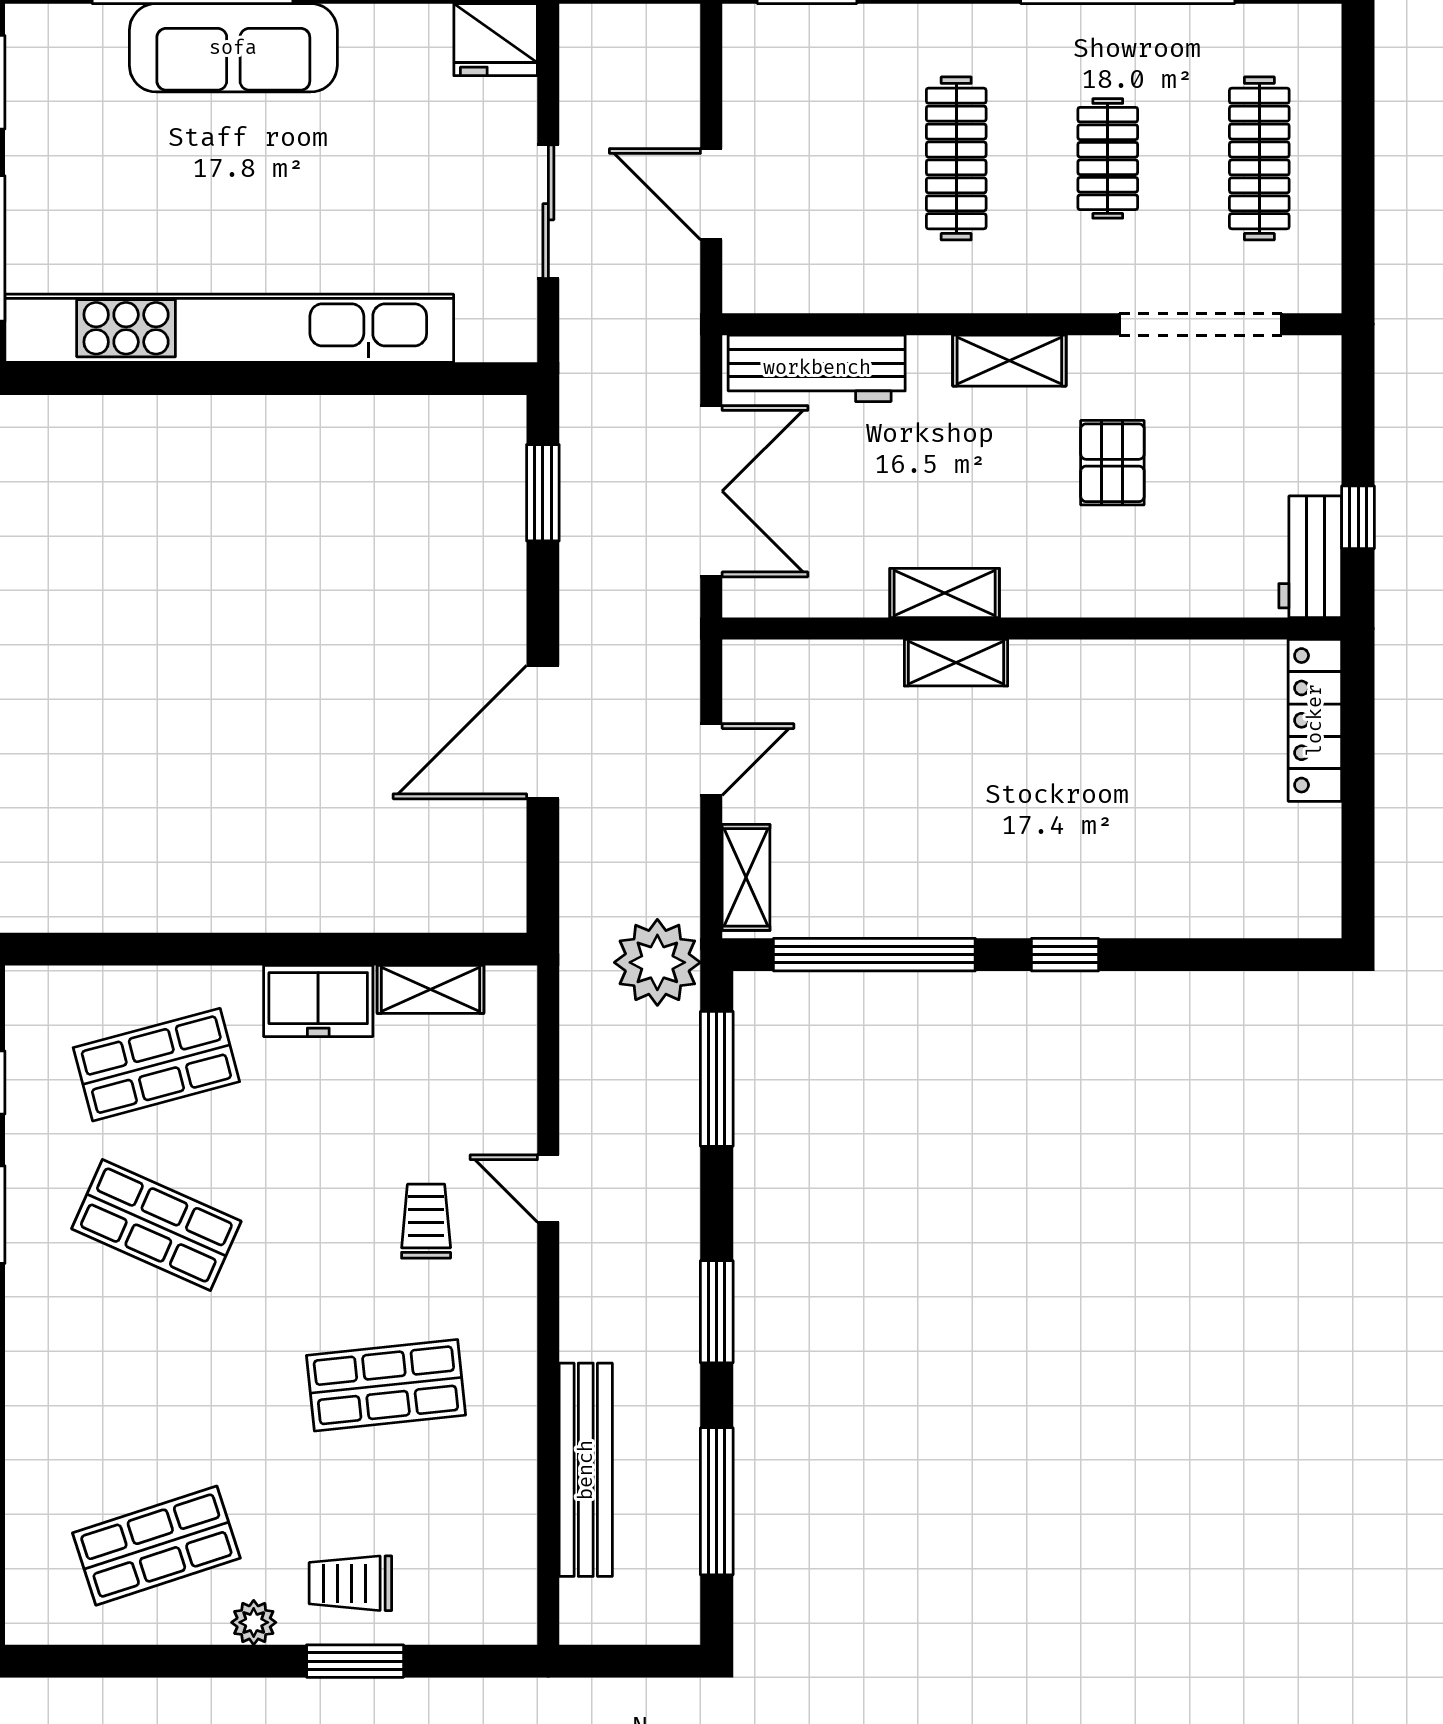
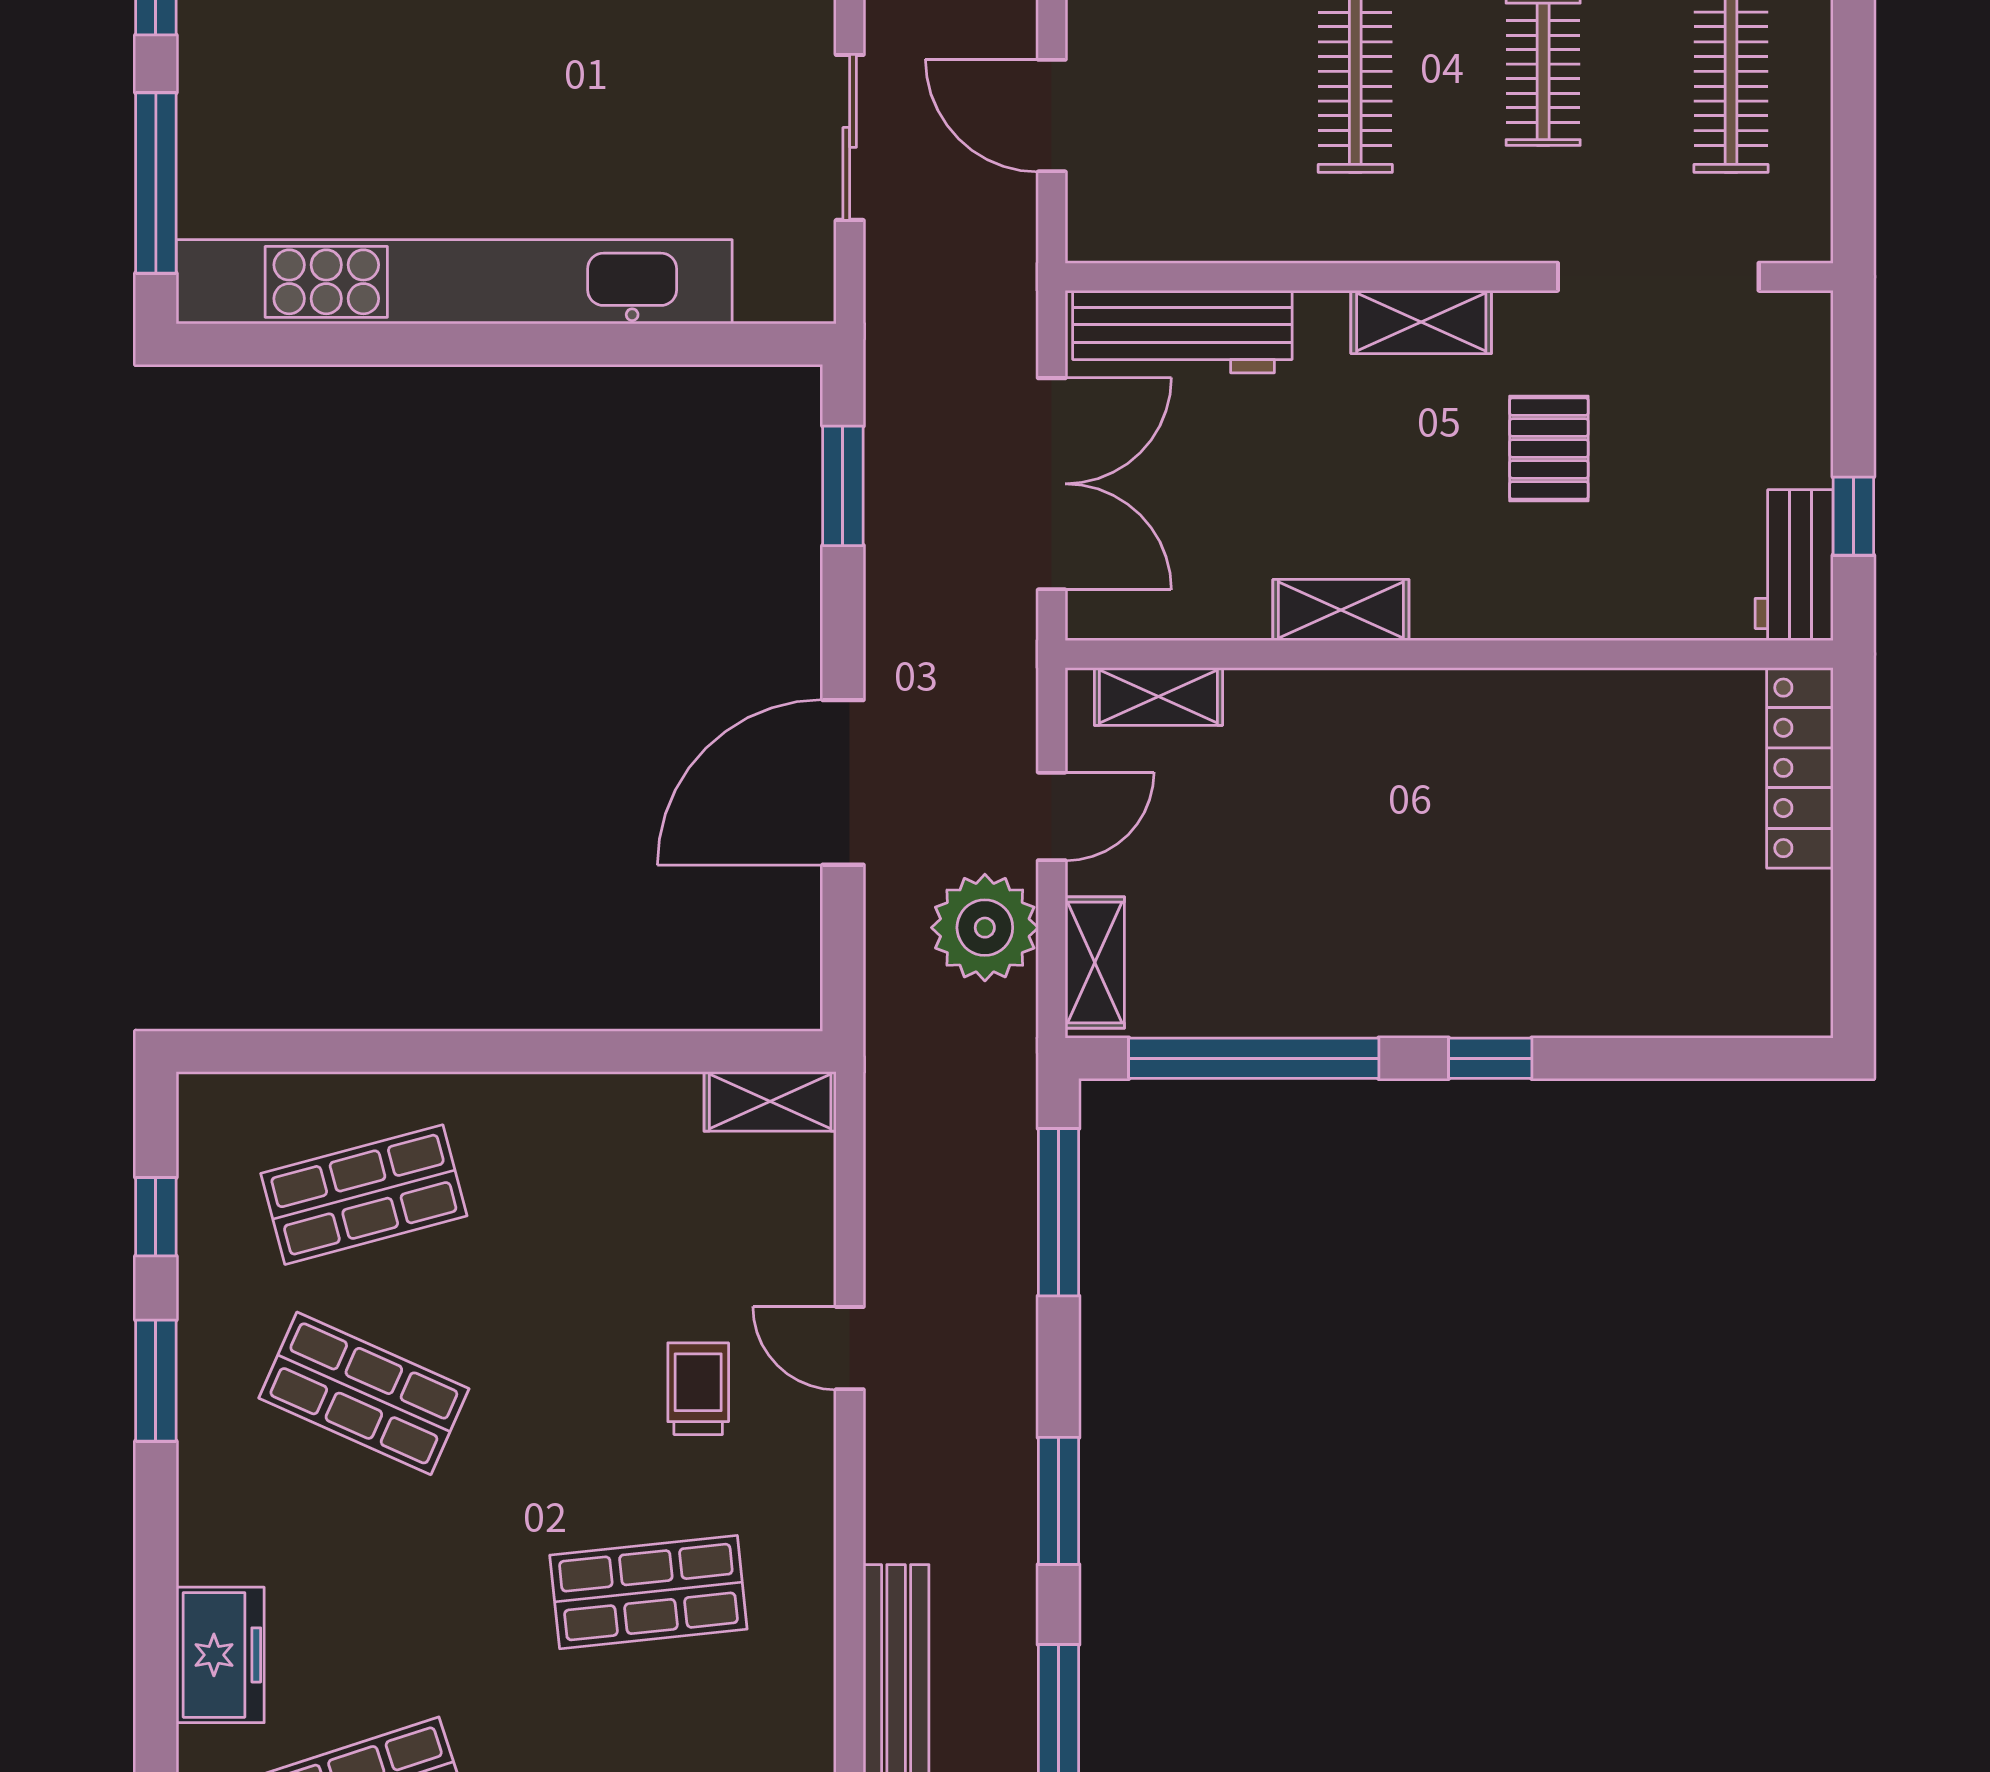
shelving: (956, 663) -> (1158, 696), moved
plant: (657, 962) -> (985, 928), moved
shelving: (431, 989) -> (770, 1101), moved
freezer: (318, 1001) -> (220, 1655), moved, turned -90

